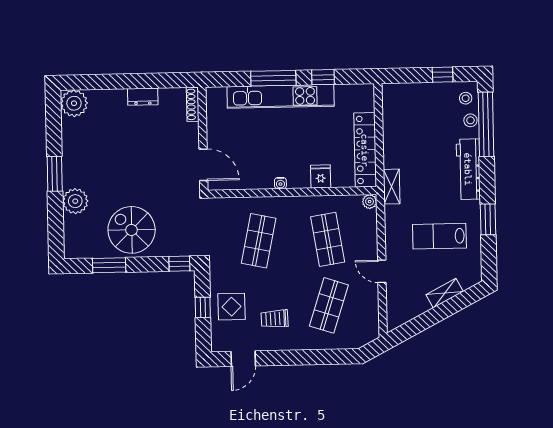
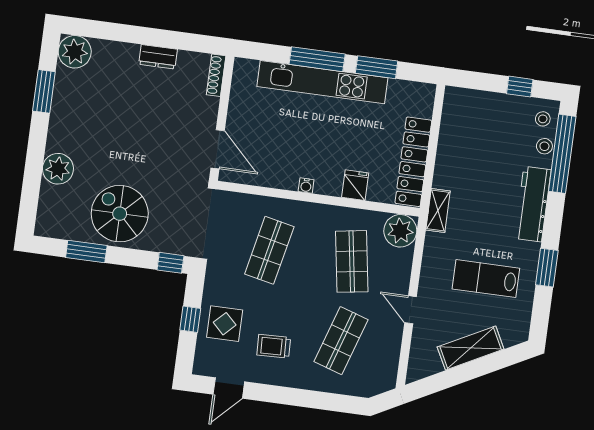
window: (323, 77) -> (377, 67), width x1.50
window: (55, 174) -> (44, 91), moved
plant: (370, 202) -> (400, 231), width x1.88, depth x1.88
shelving: (445, 293) -> (471, 348), width x1.50, depth x1.33

